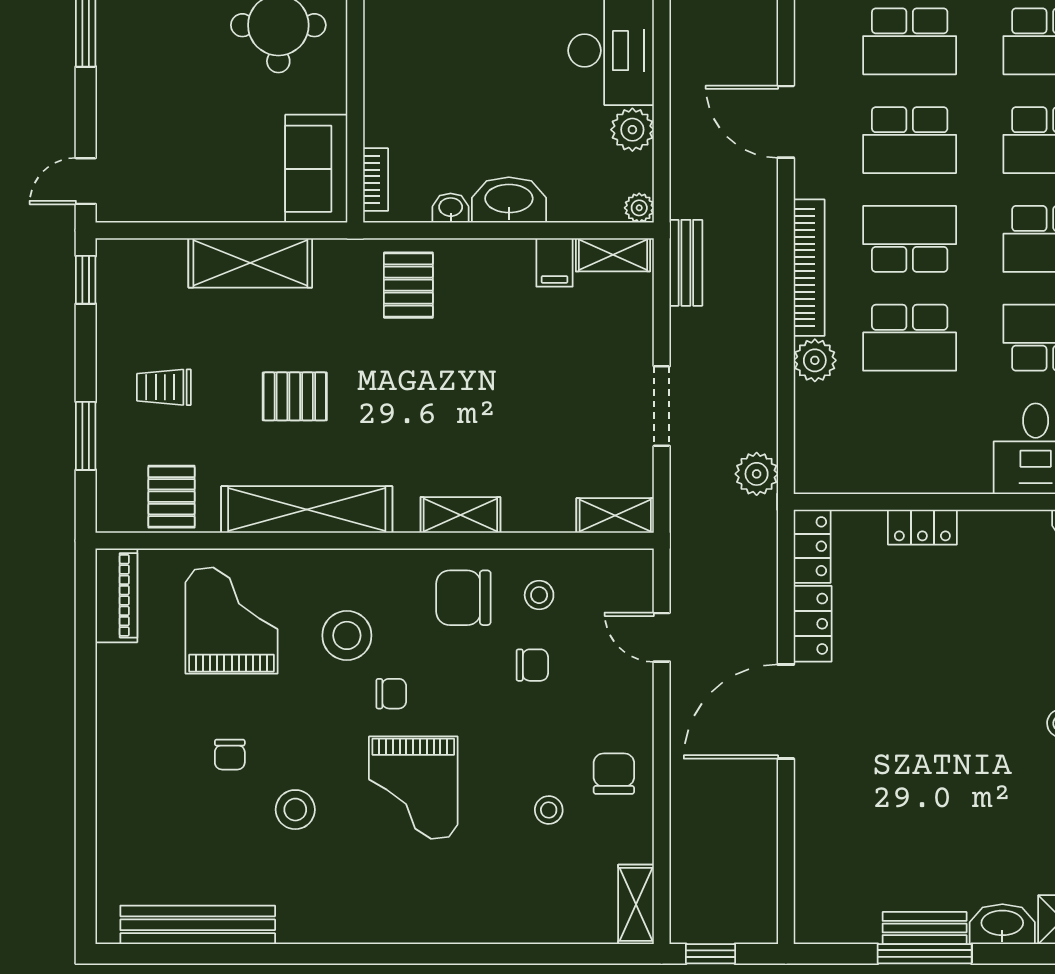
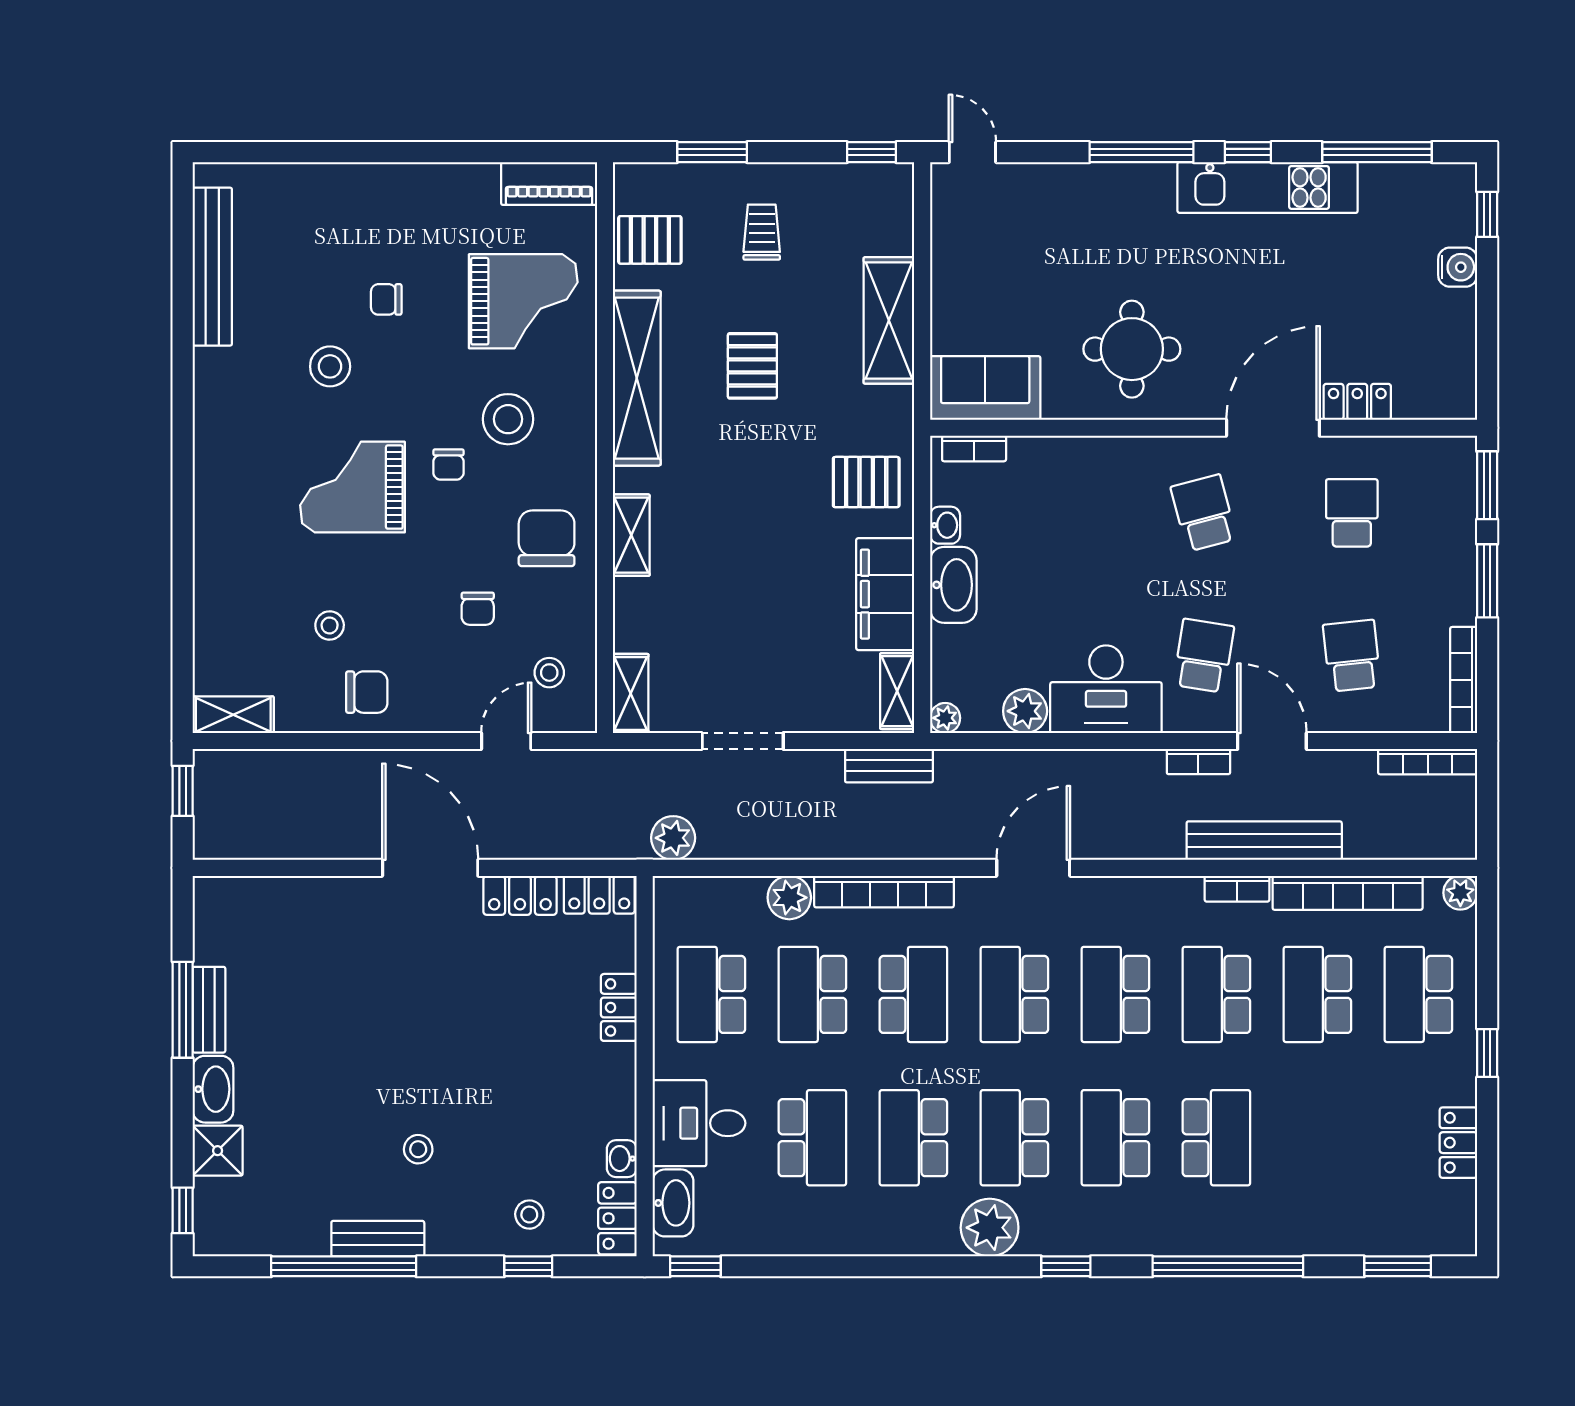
filing cabinet: (555, 262) -> (885, 594), width x3.00, depth x1.17
school desk: (910, 437) -> (711, 994), added
stool: (539, 595) -> (549, 673), moved

